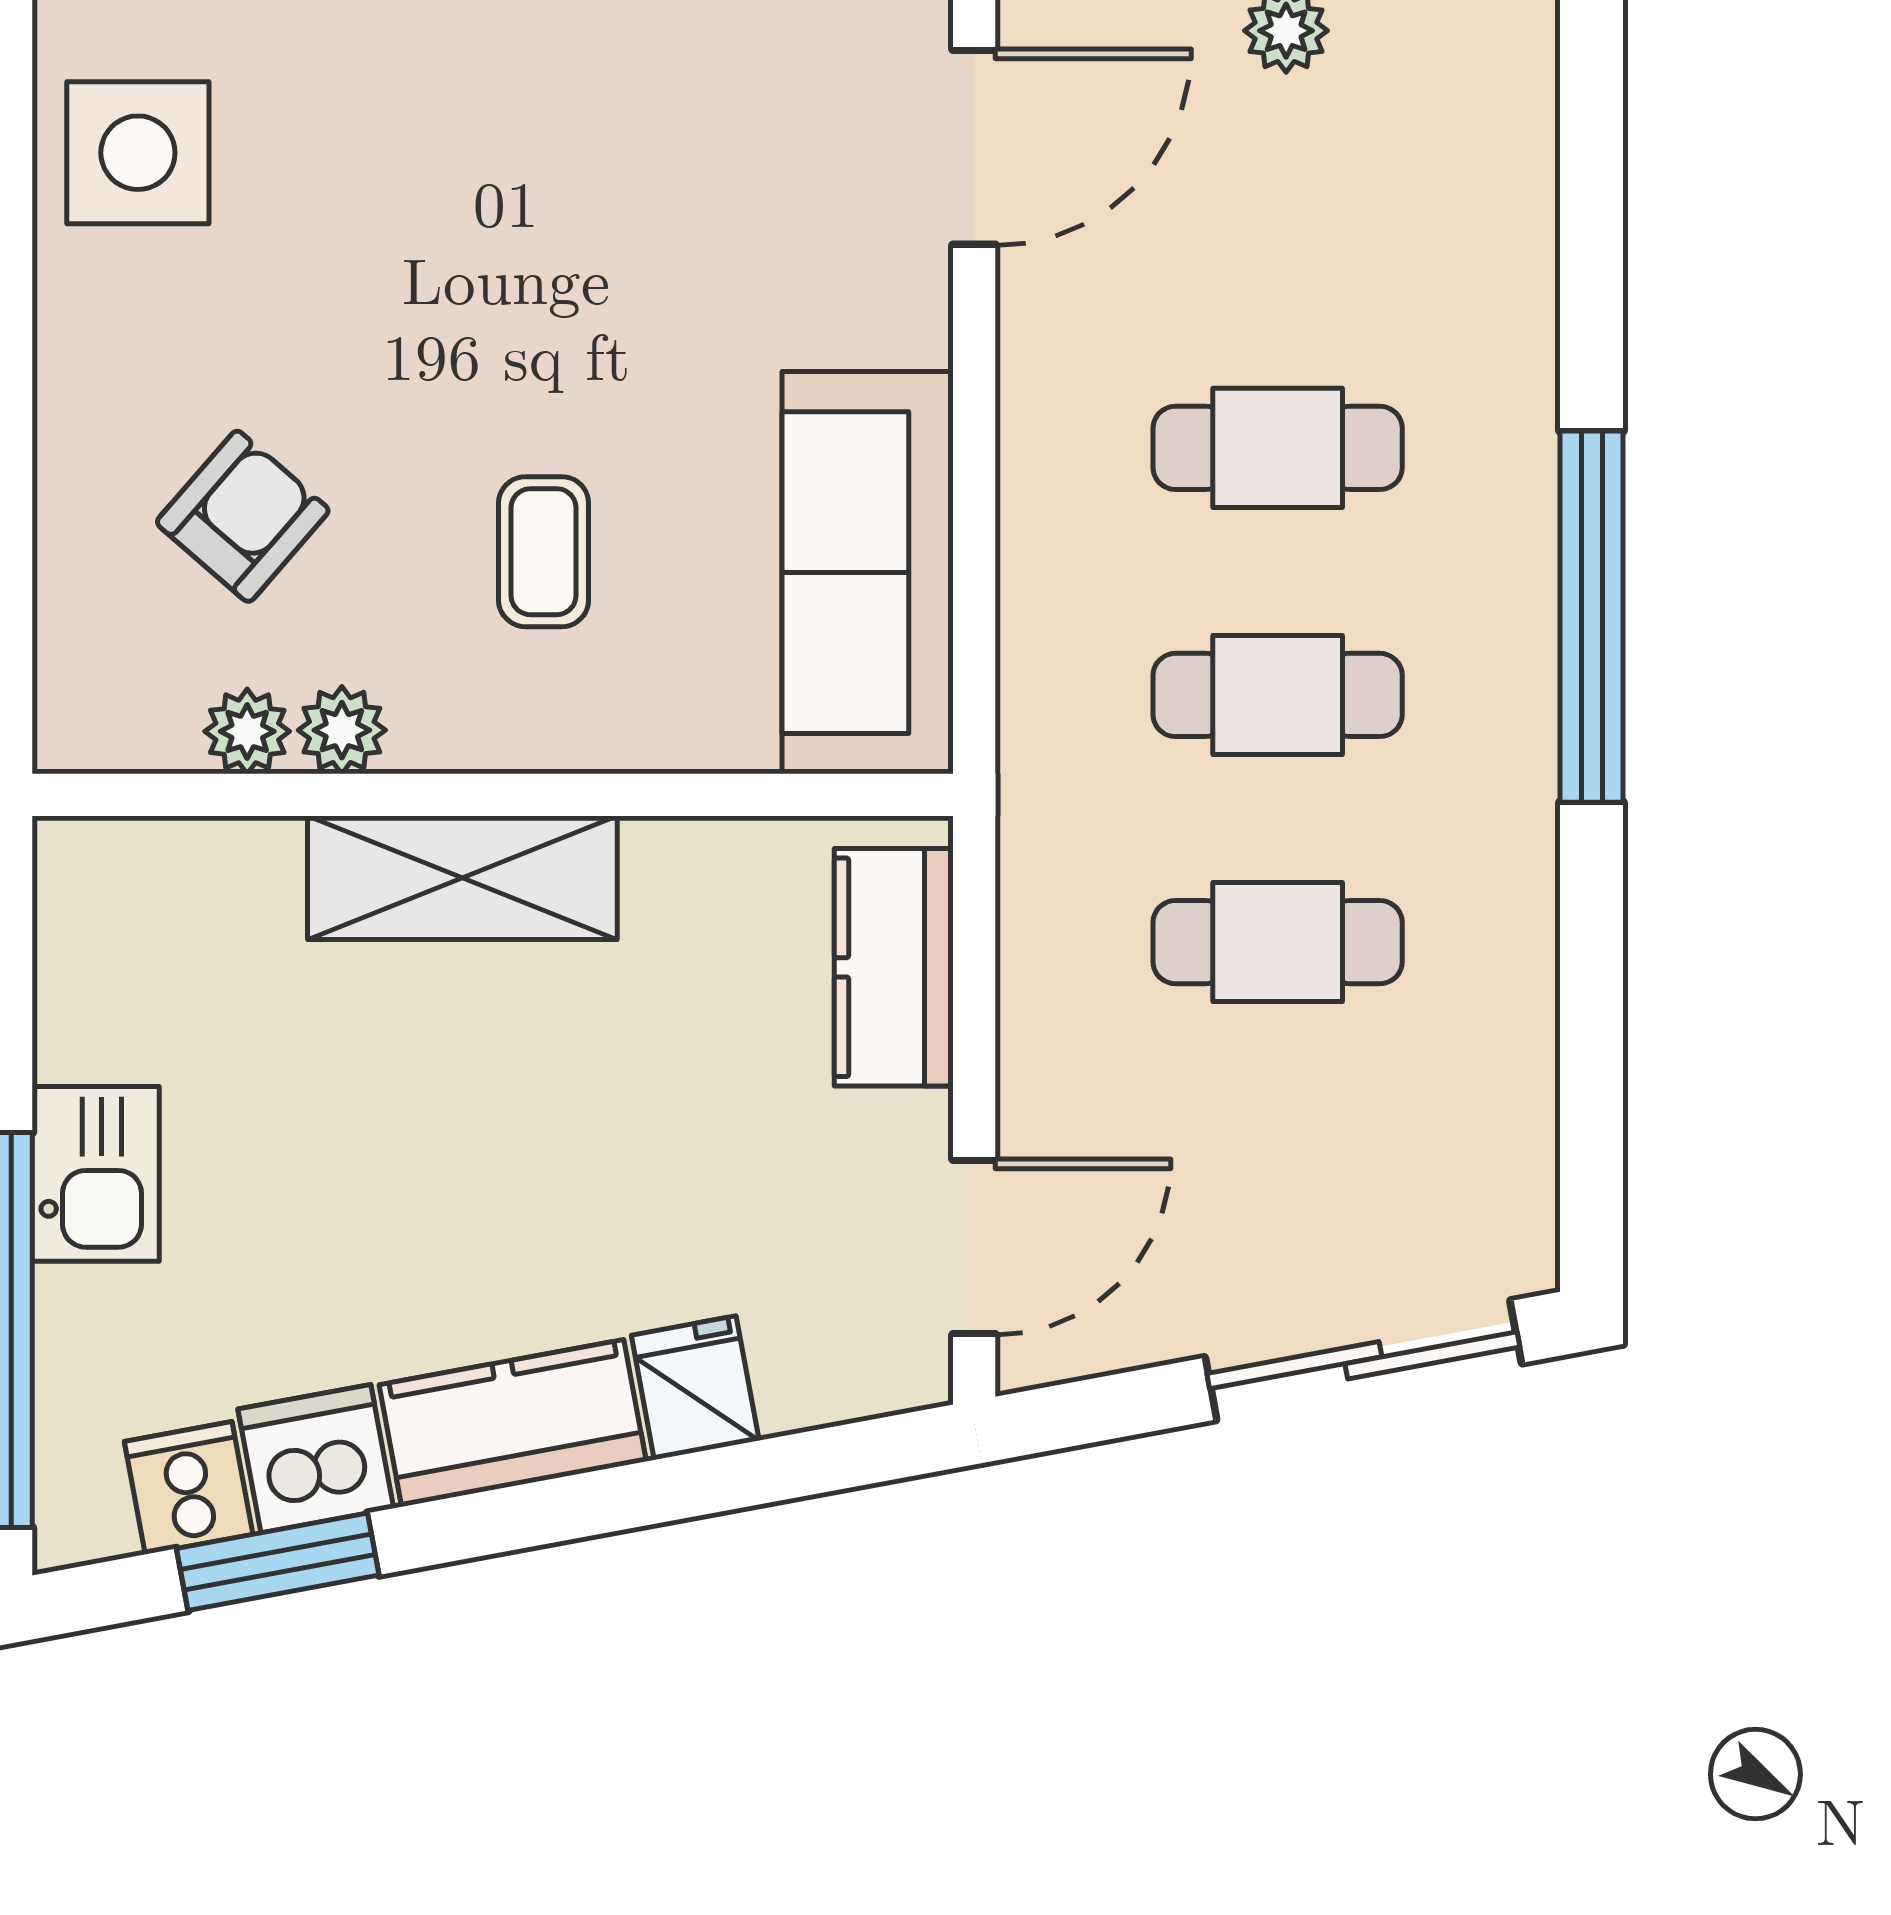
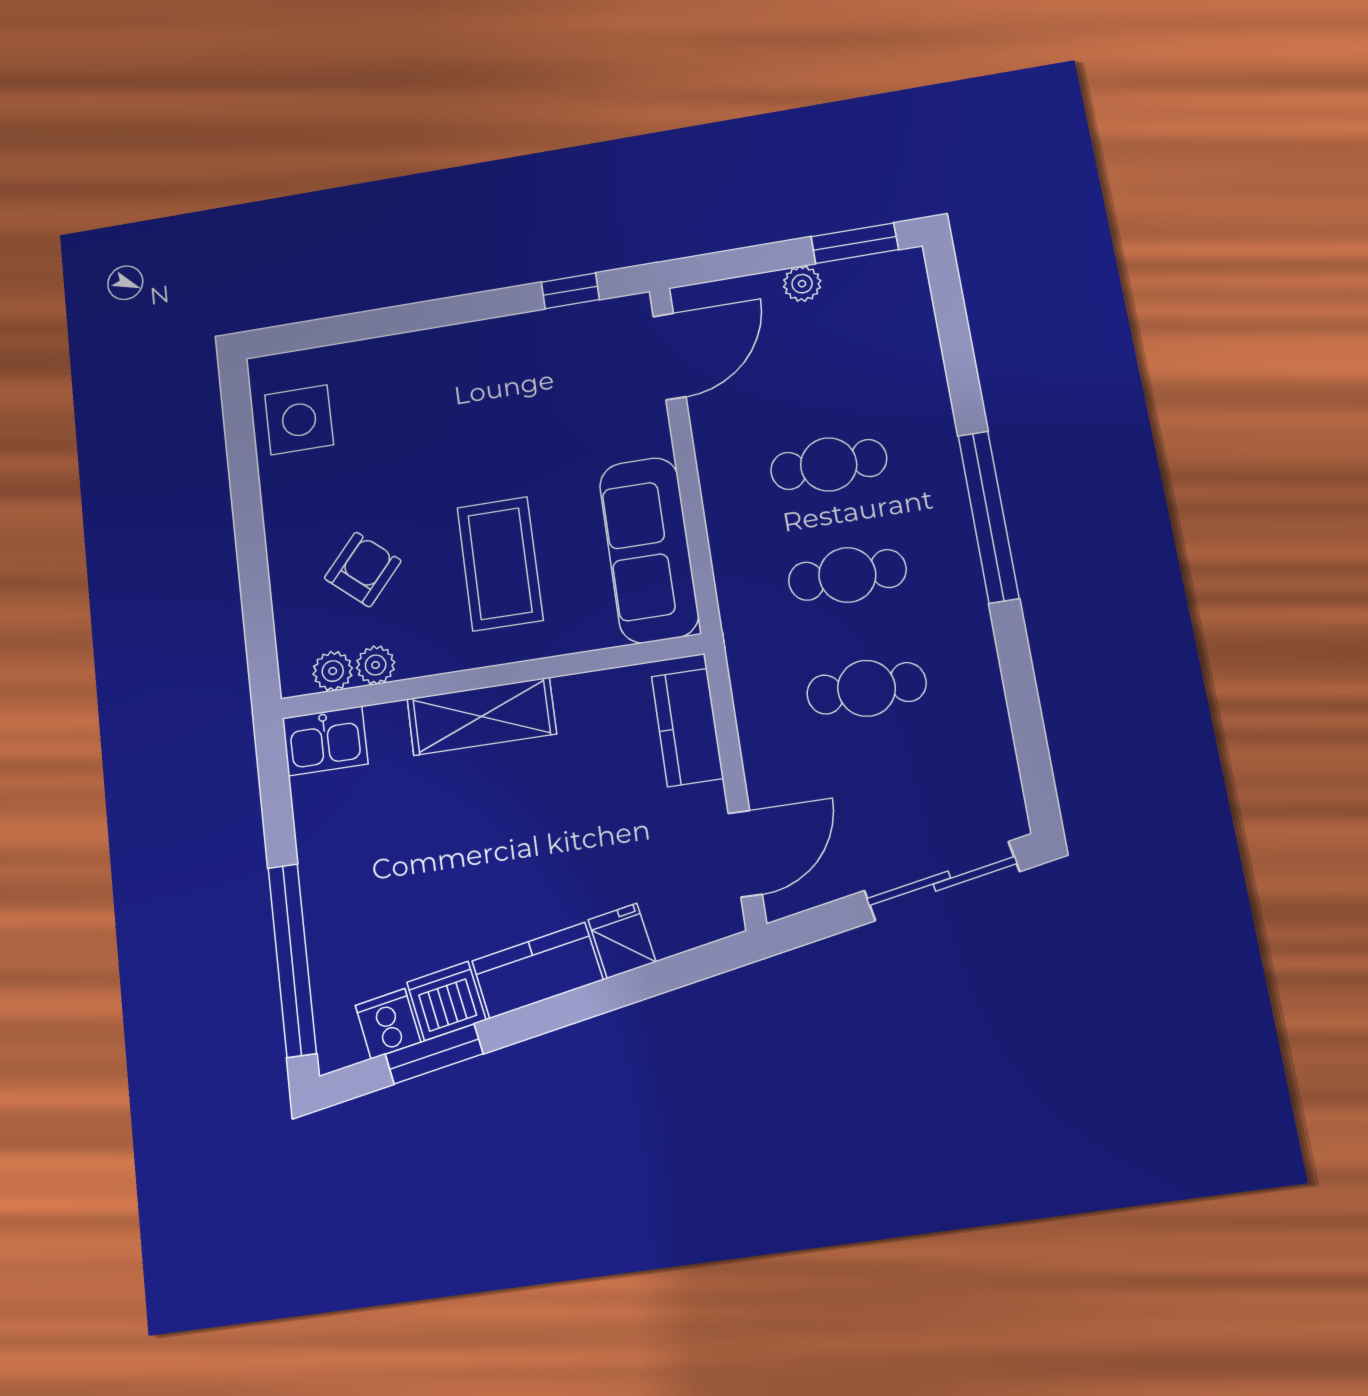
coffee table: (544, 552) -> (500, 564), width x1.86, depth x1.72
plant: (342, 730) -> (333, 671), moved
kitchen sink: (96, 1174) -> (325, 741), moved, turned 90

